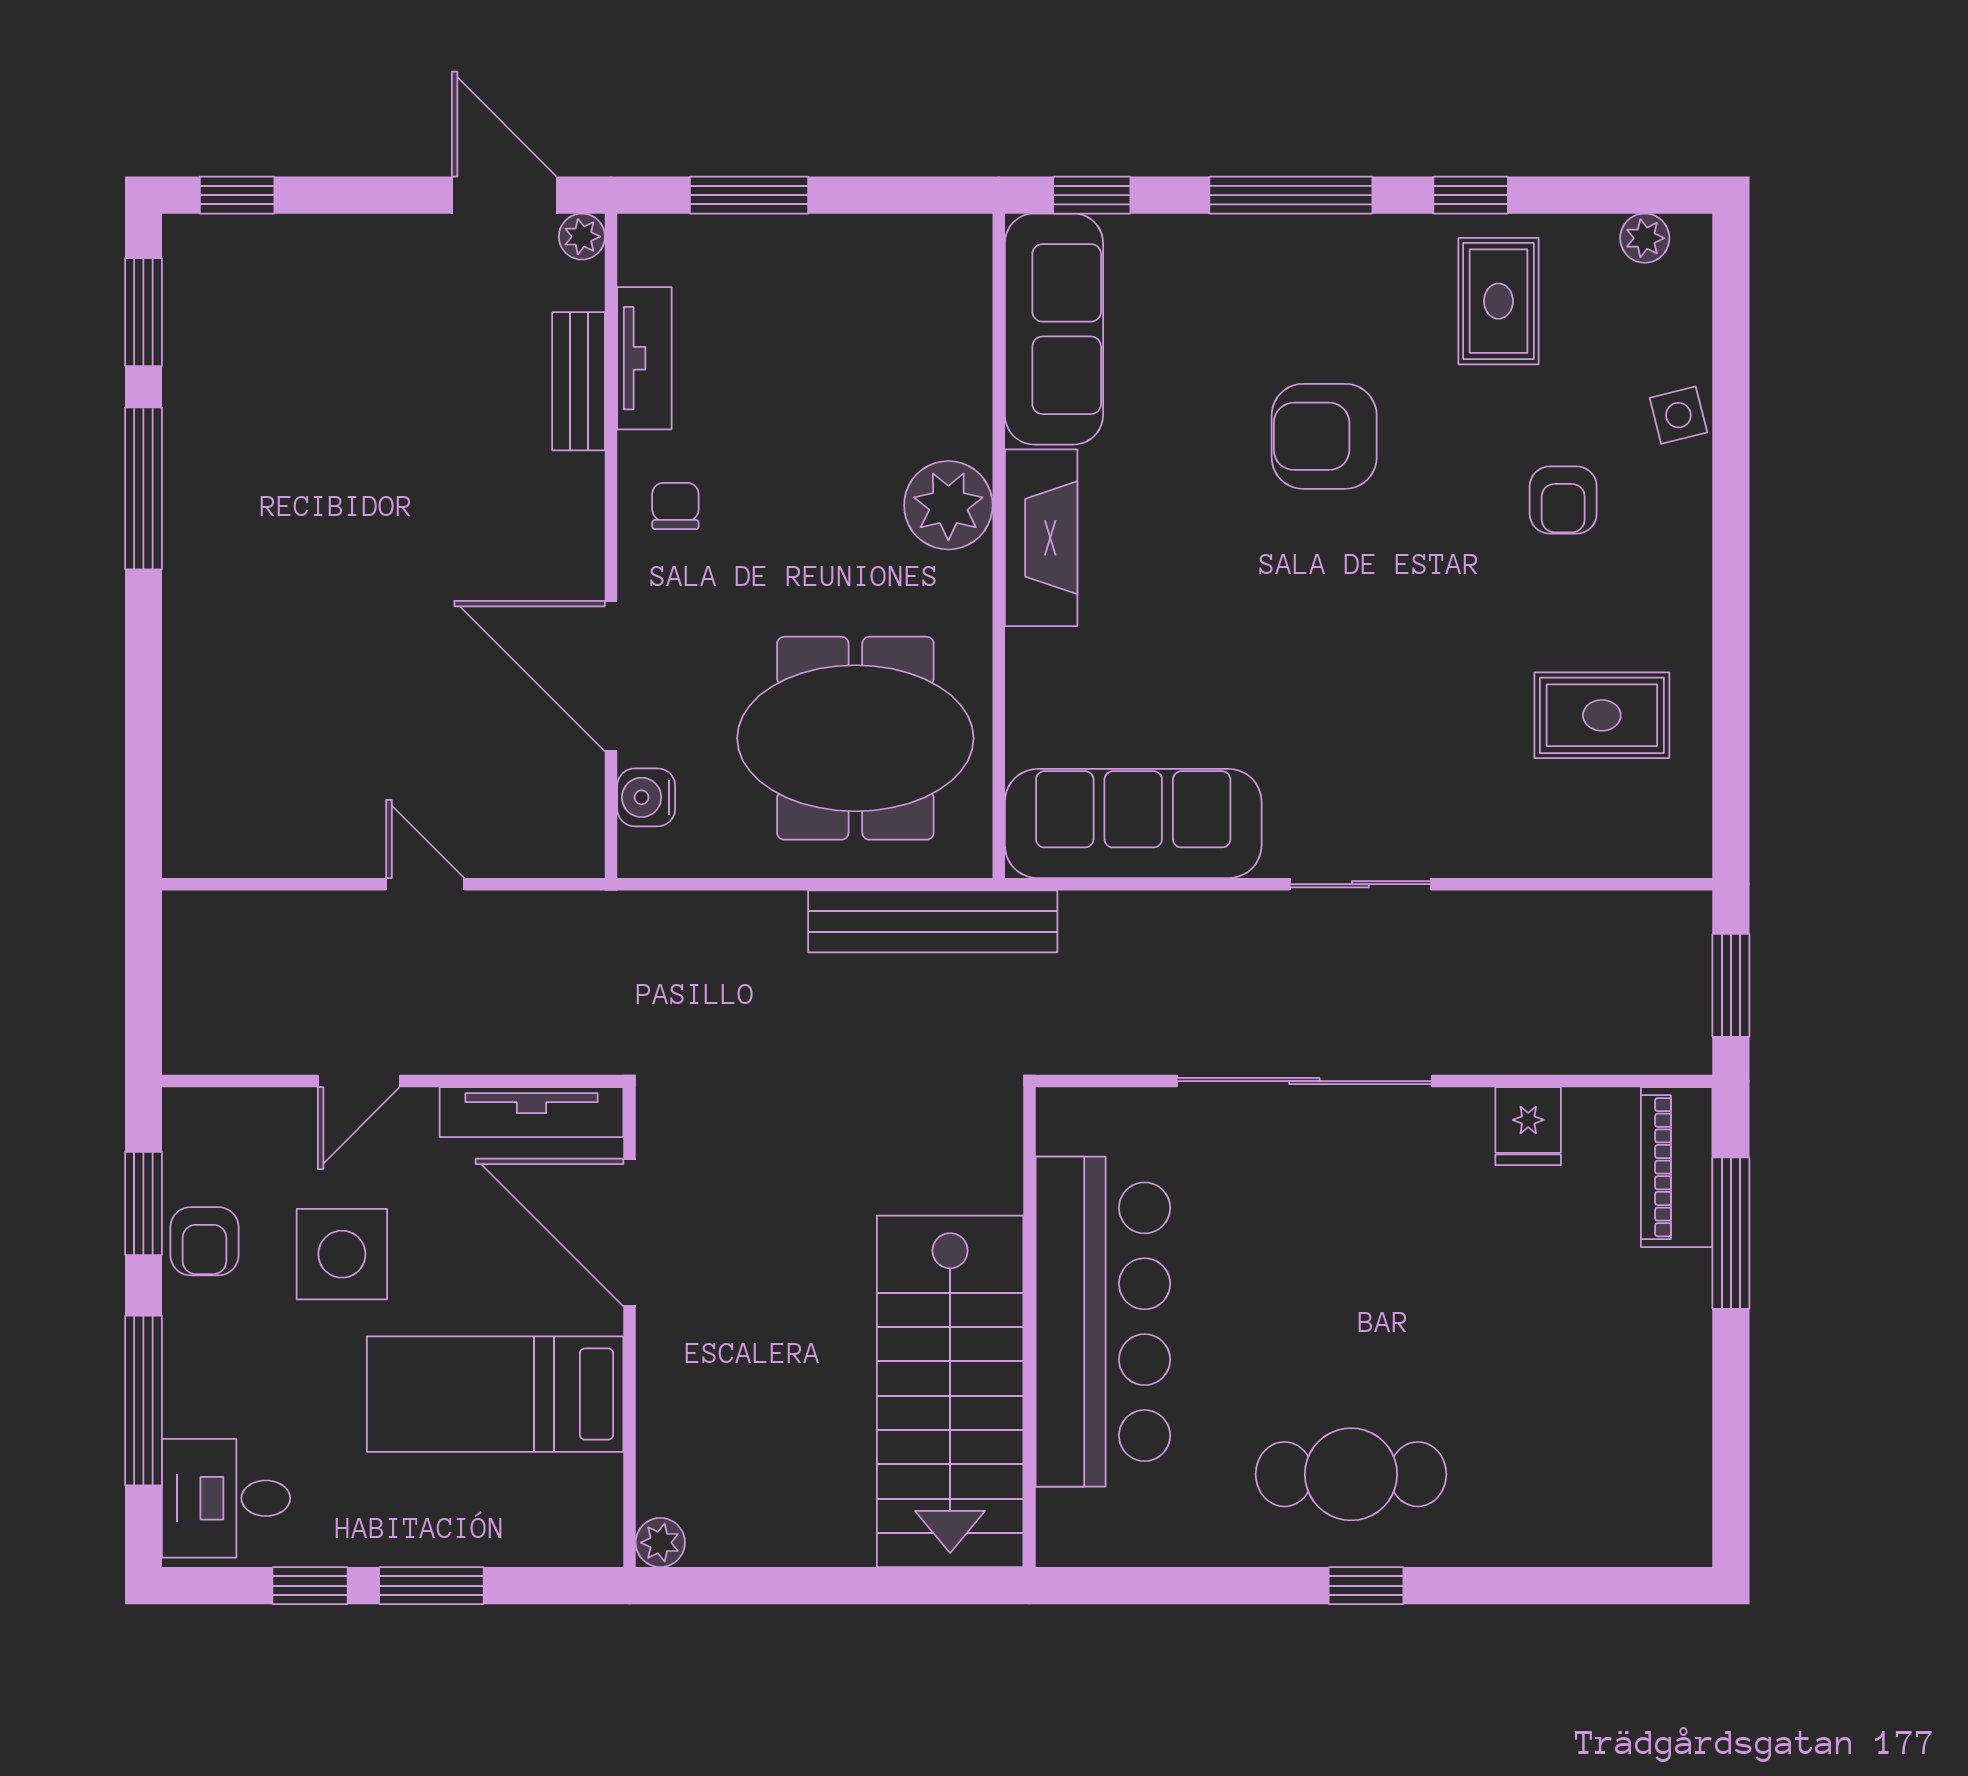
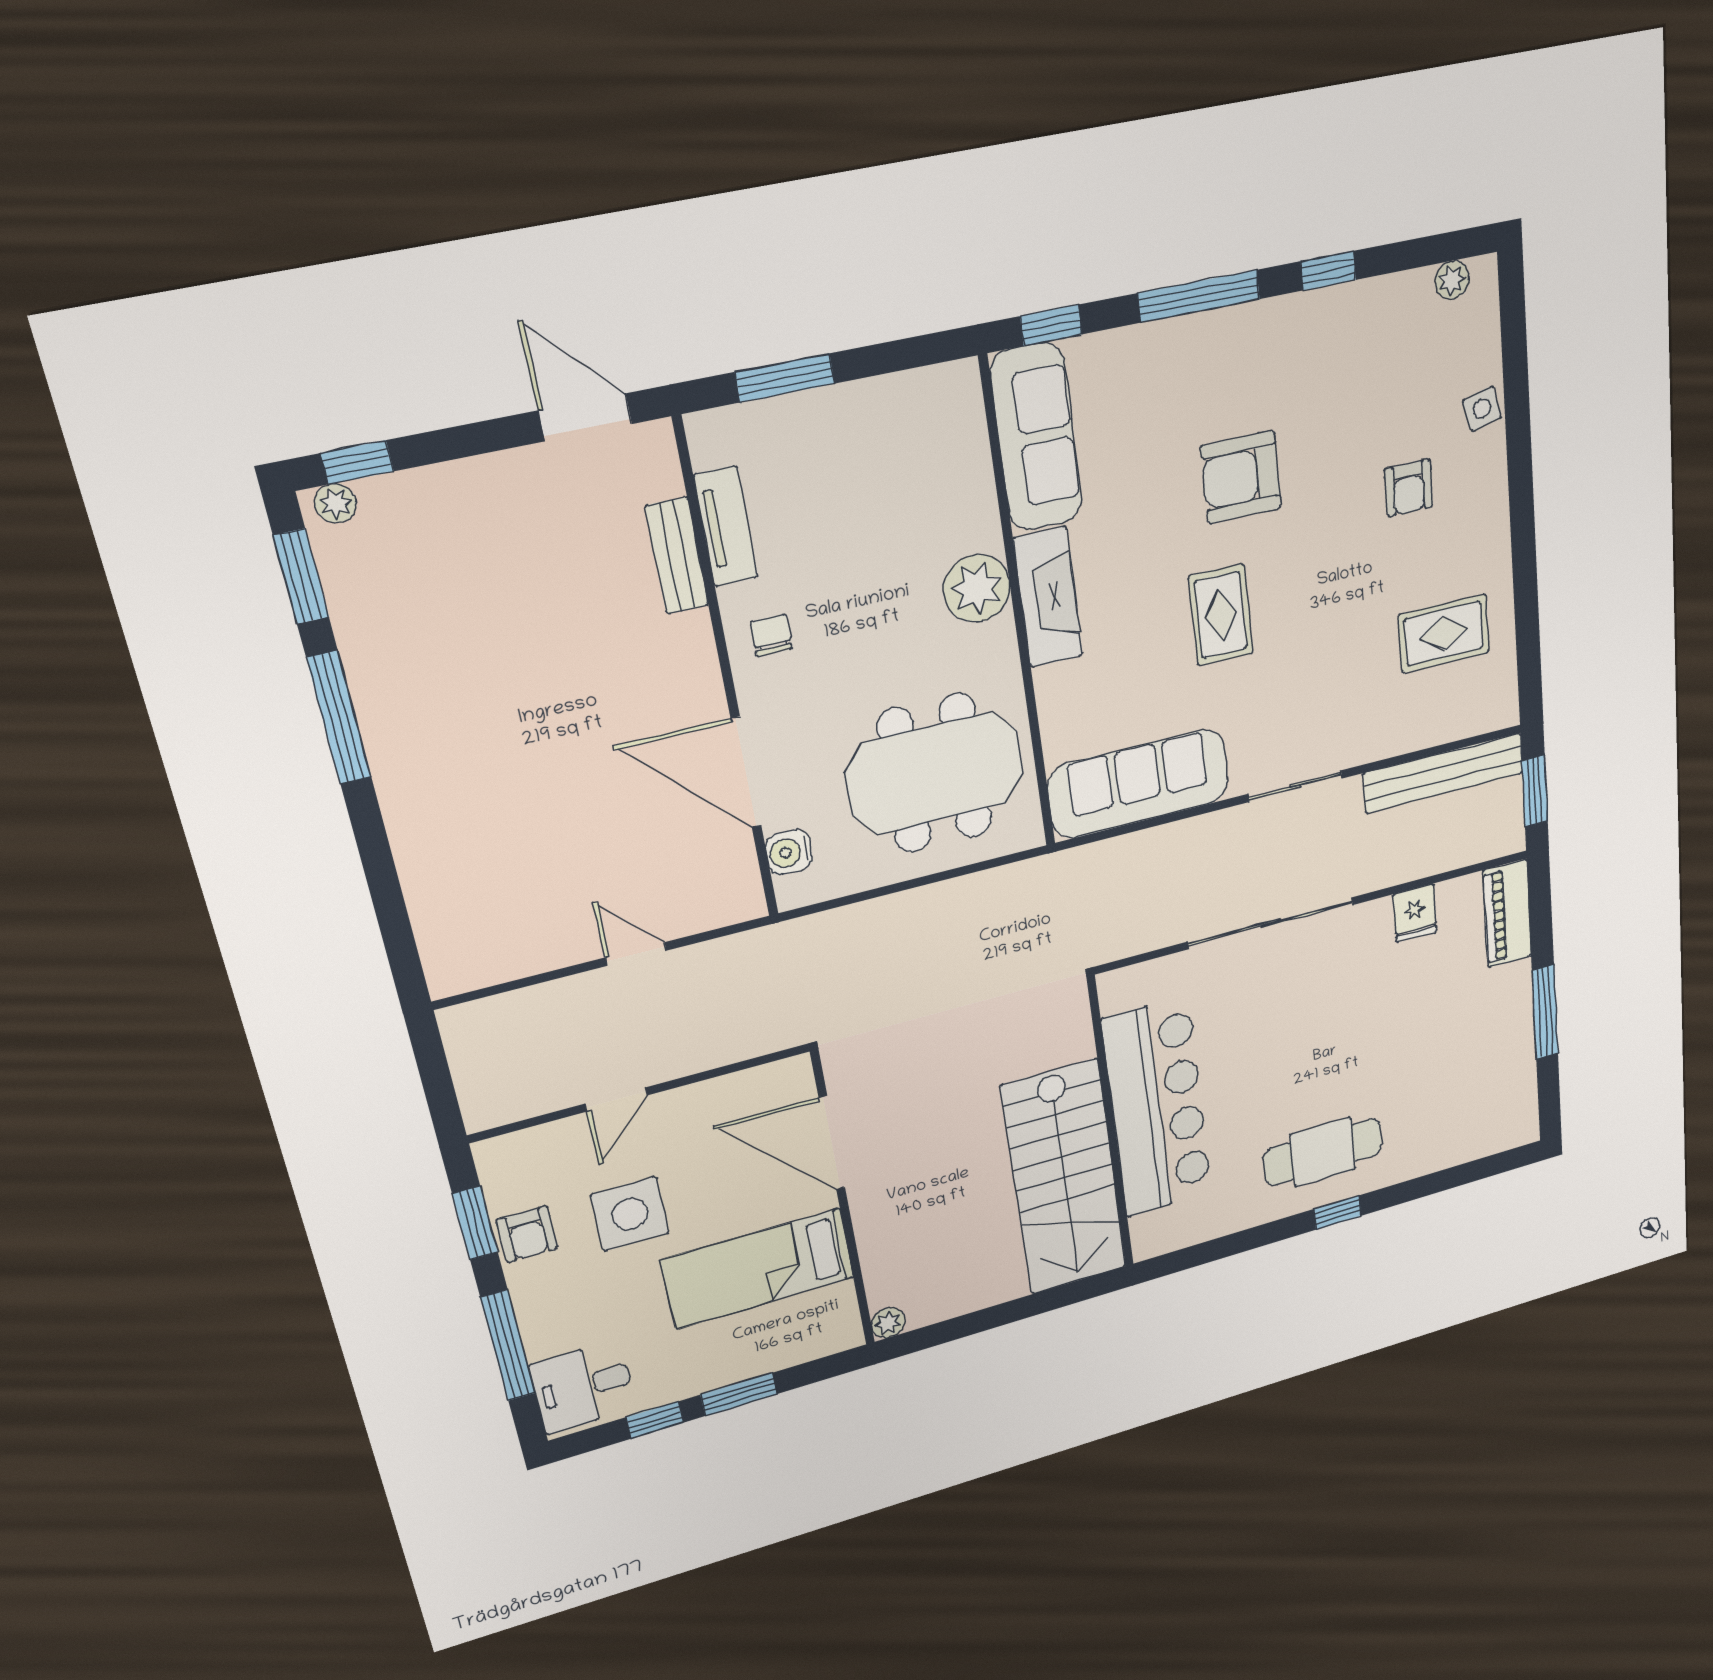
plant: (582, 237) -> (336, 503), moved
rug: (1498, 301) -> (1221, 615), moved
bench: (933, 921) -> (1443, 773), moved
tv unit: (531, 1112) -> (747, 1086), removed
window: (1731, 1233) -> (1545, 1012), moved

